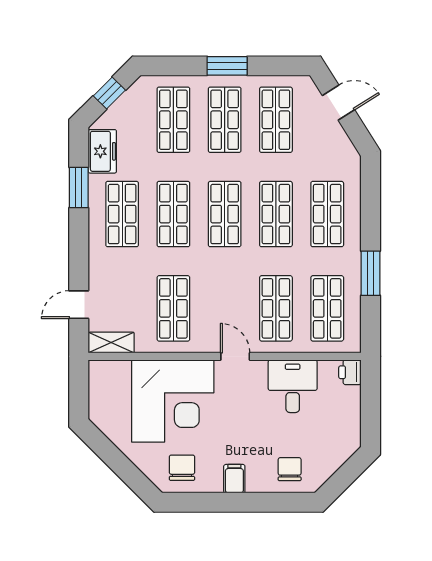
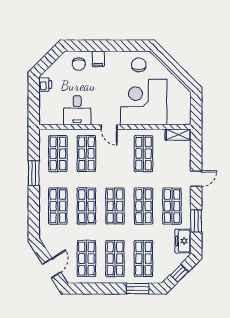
window: (227, 66) -> (138, 289), moved
door: (338, 103) -> (52, 268), swing flipped
door: (79, 305) -> (196, 179), moved
printer: (350, 372) -> (45, 85), moved
chair: (182, 468) -> (139, 65), turned 180
filing cabinet: (234, 479) -> (98, 59), moved

